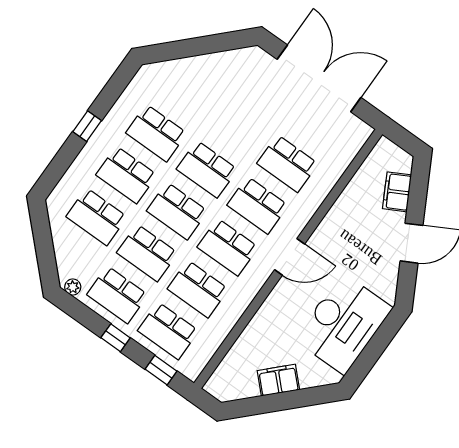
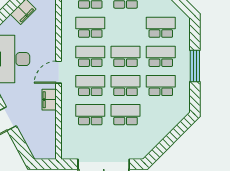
window: (87, 126) -> (195, 66), width x2.17
filing cabinet: (397, 192) -> (49, 100), moved, turned -152
school desk: (147, 253) -> (126, 115), moved

